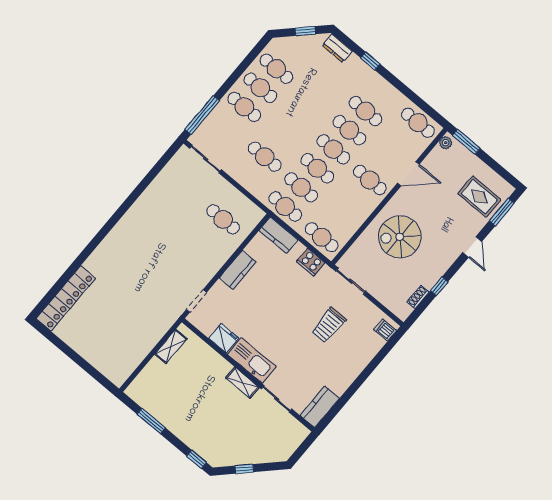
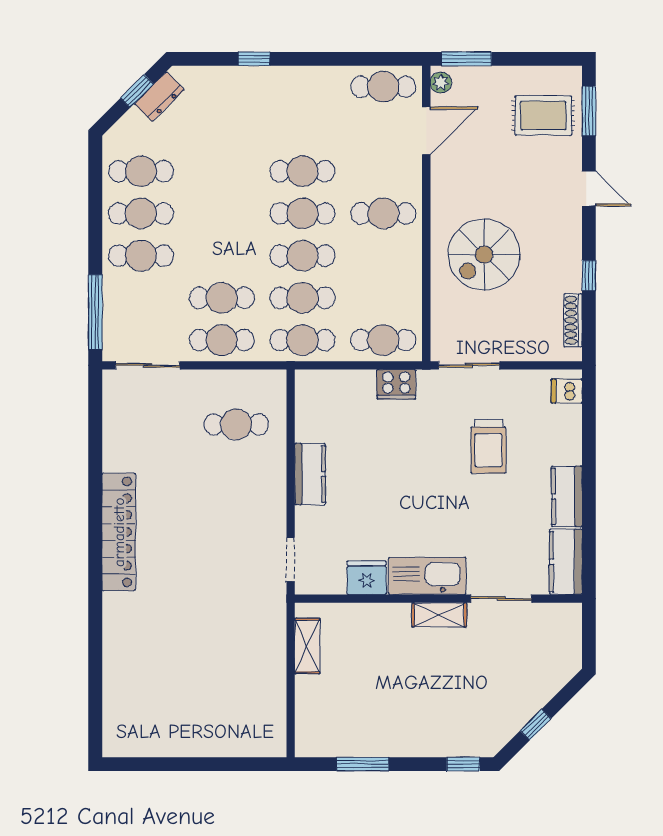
dresser: (337, 48) -> (159, 97), moved, turned -45
cafe table: (365, 111) -> (222, 340), moved
door: (408, 174) -> (426, 131), moved
kitchen counter: (278, 235) -> (567, 496), moved, turned 90
shoe rack: (418, 297) -> (573, 320), width x1.43
locker: (66, 298) -> (119, 532), moved

